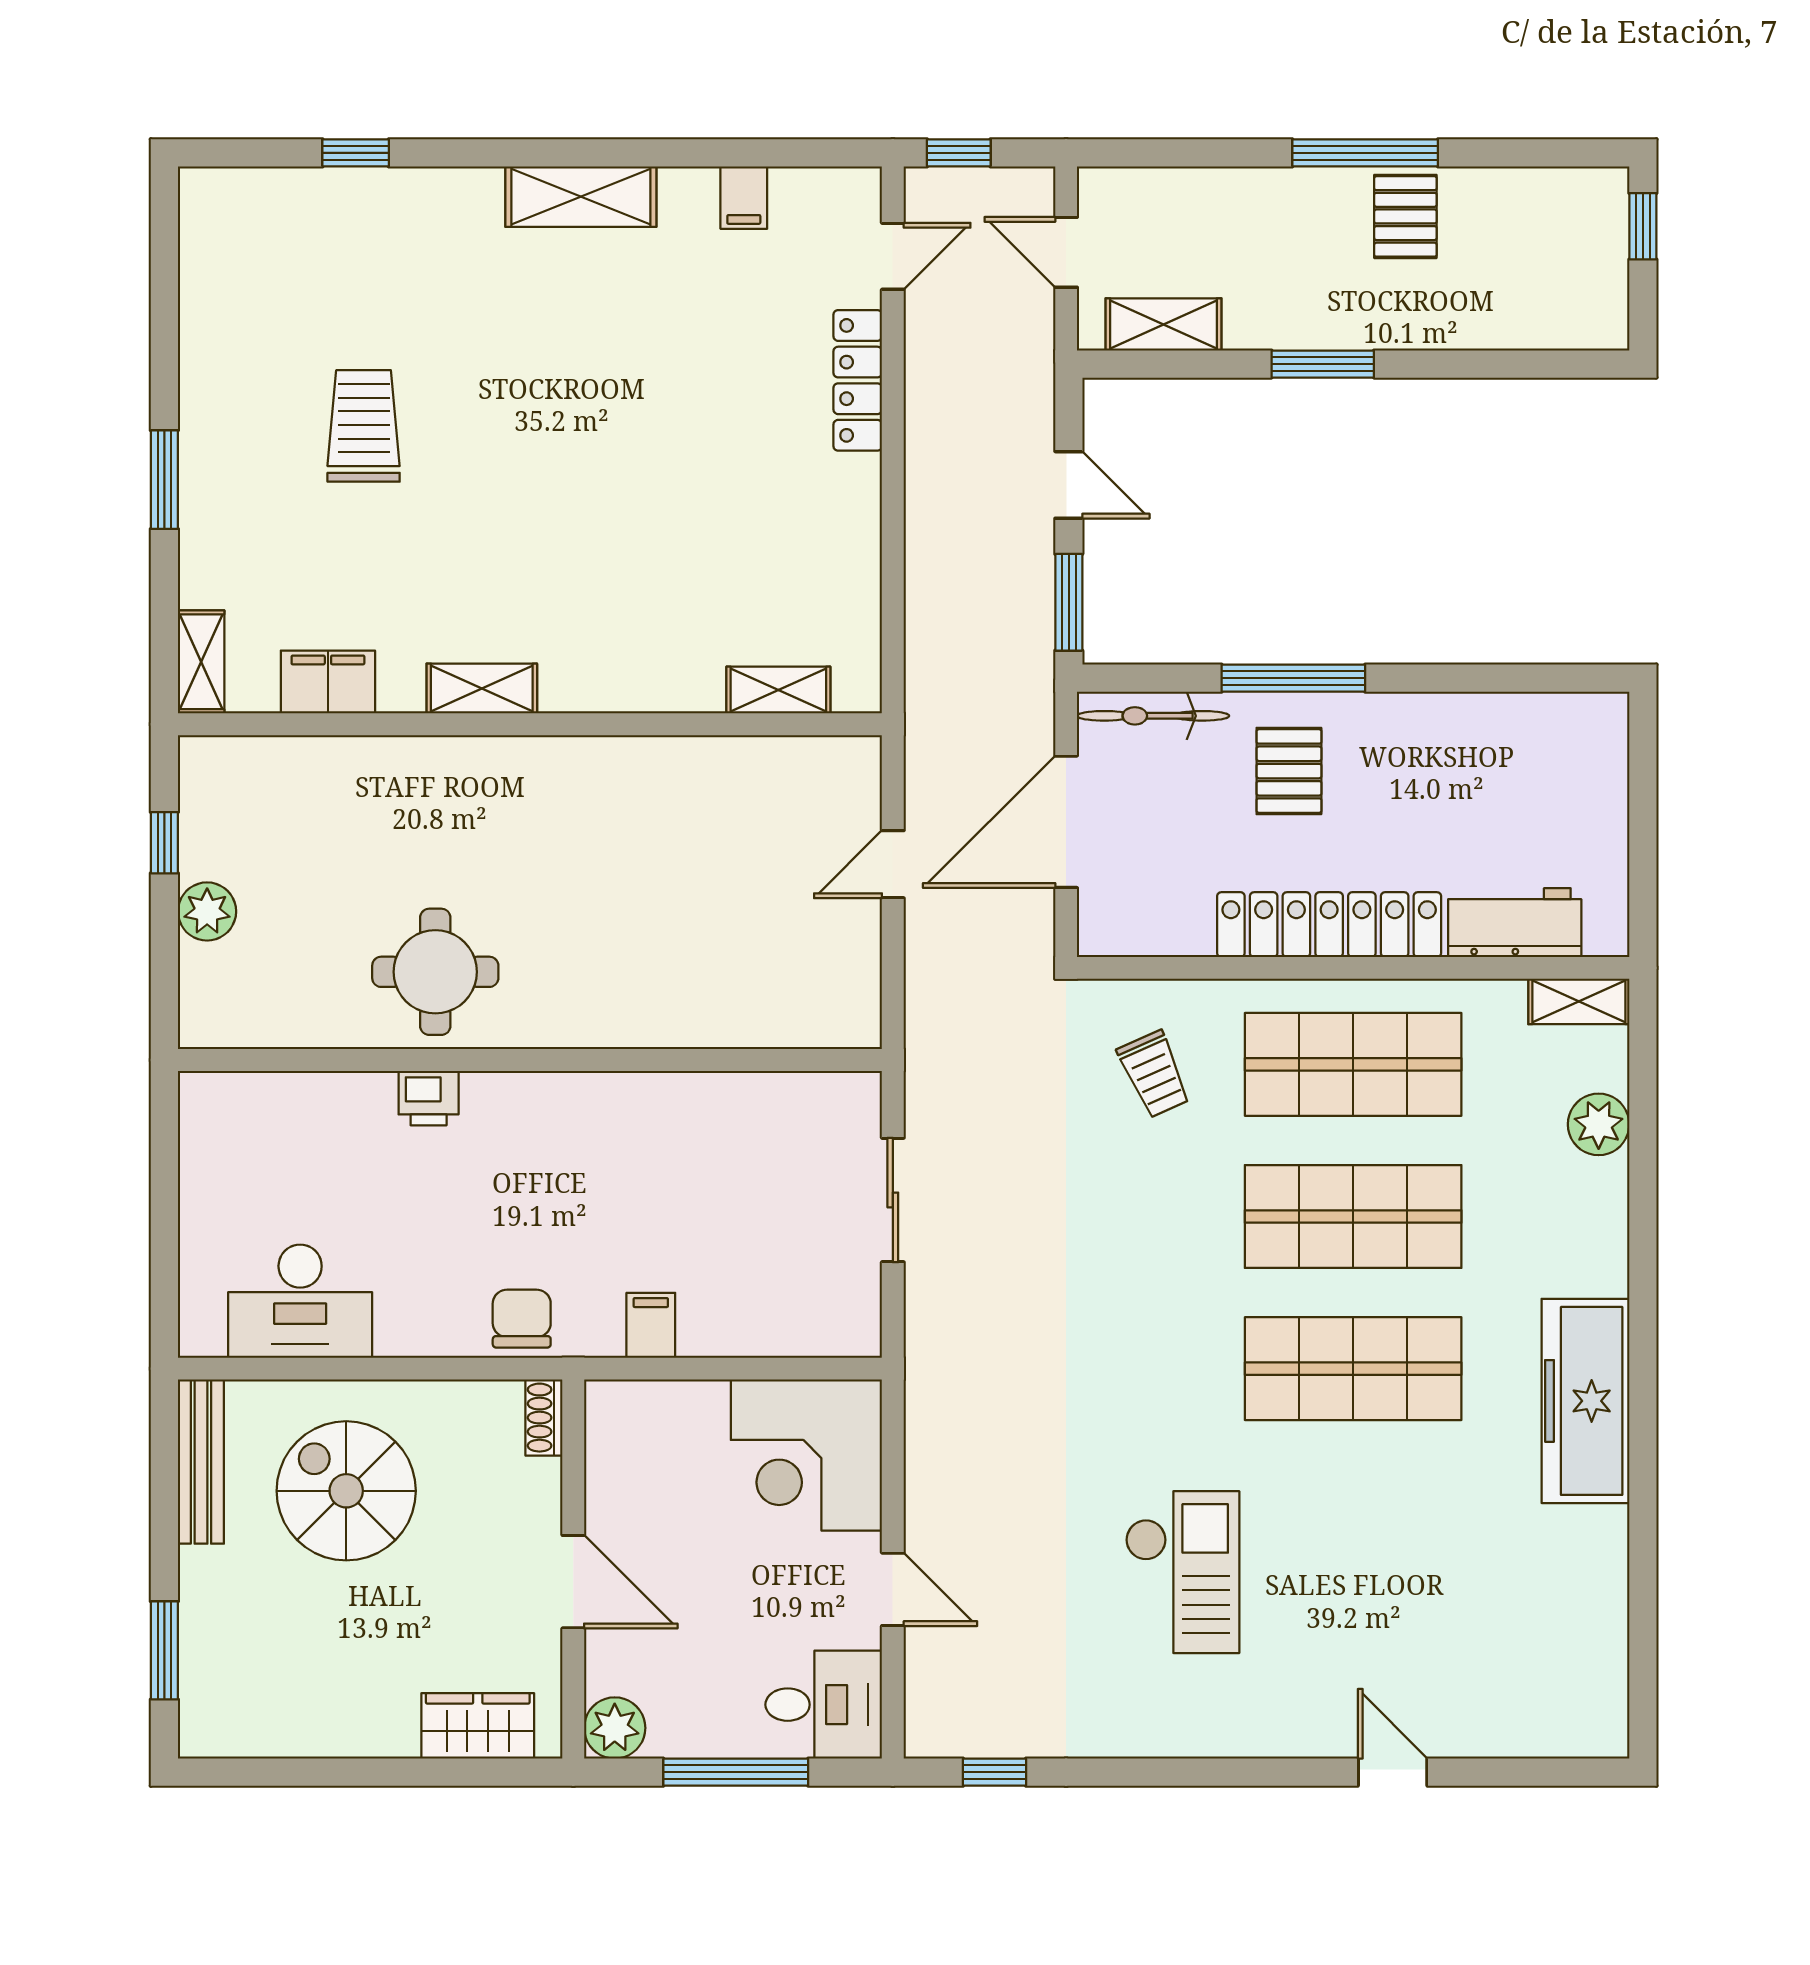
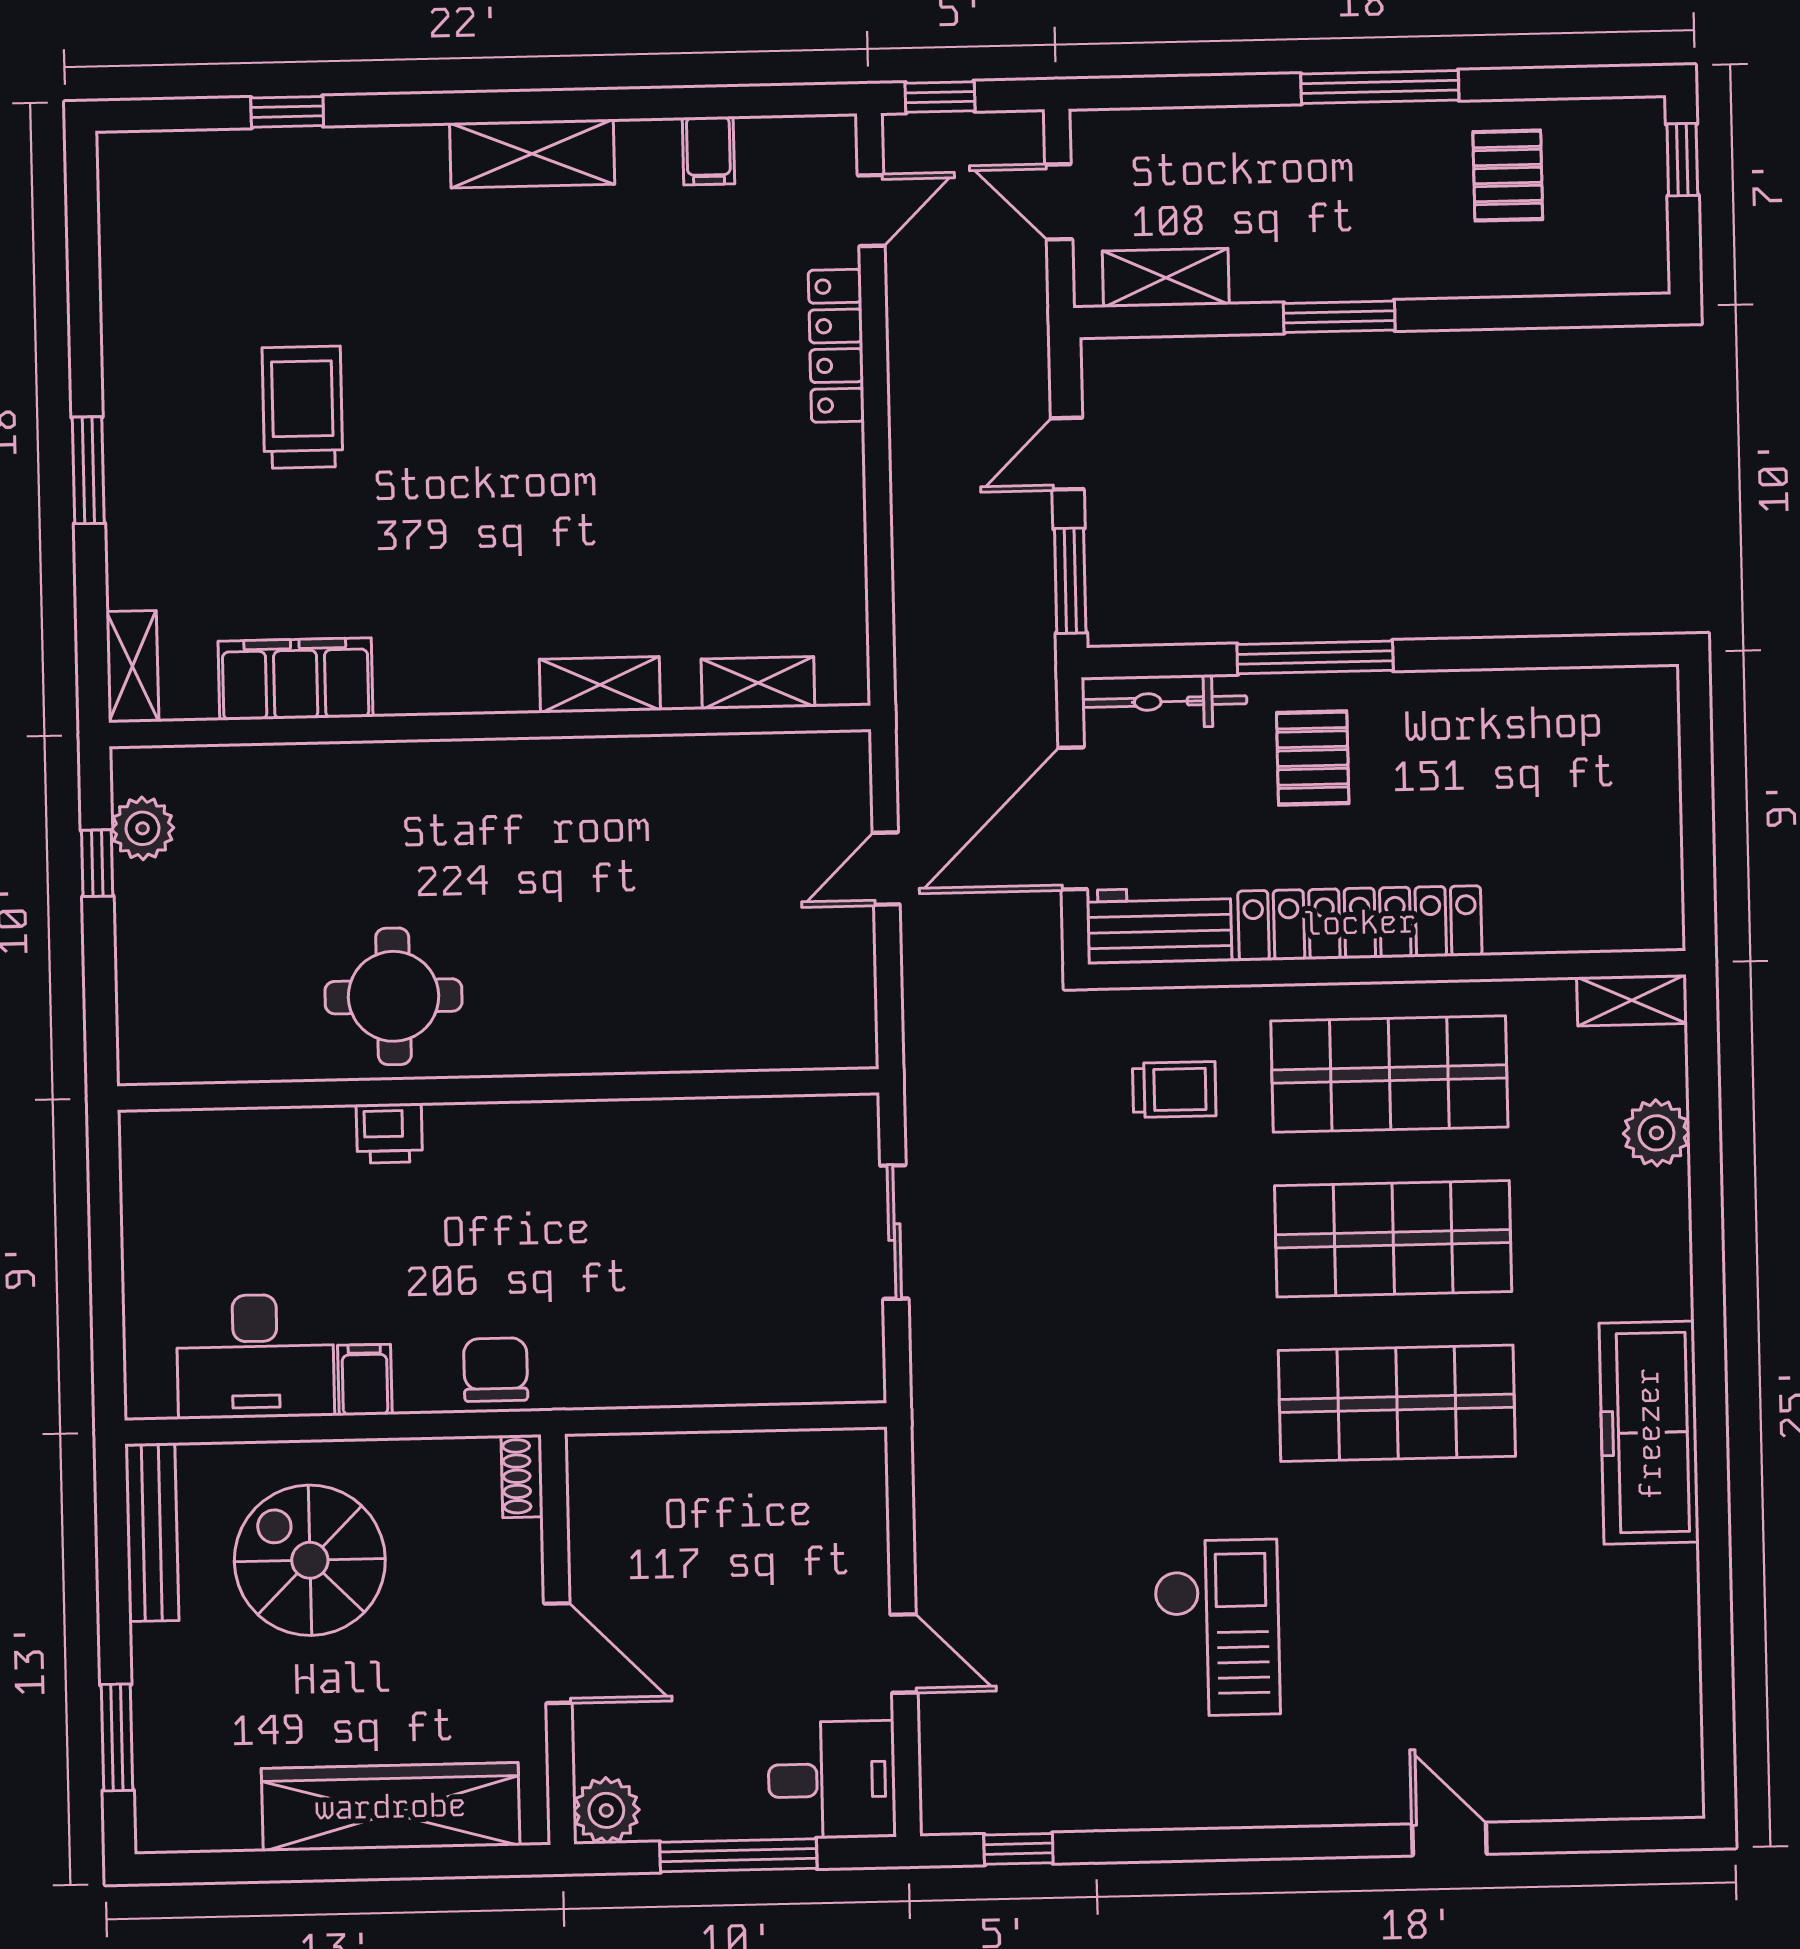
pallet: (1405, 216) -> (1508, 176), moved
door: (1069, 485) -> (1067, 454), swing flipped
filing cabinet: (328, 682) -> (296, 679), width x1.50, depth x1.17
shelving: (482, 688) -> (600, 685), moved
plant: (207, 911) -> (143, 828), moved
workbench: (1515, 923) -> (1159, 926), moved
trolley: (1154, 1074) -> (1174, 1090), turned -66
filing cabinet: (651, 1325) -> (365, 1380), moved
corner desk: (806, 1455) -> (807, 1510), removed
wardrobe: (478, 1726) -> (391, 1807), width x2.10, depth x1.17

